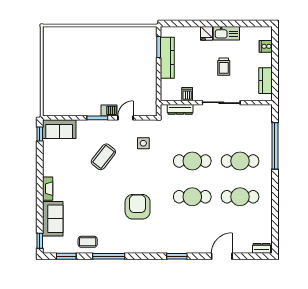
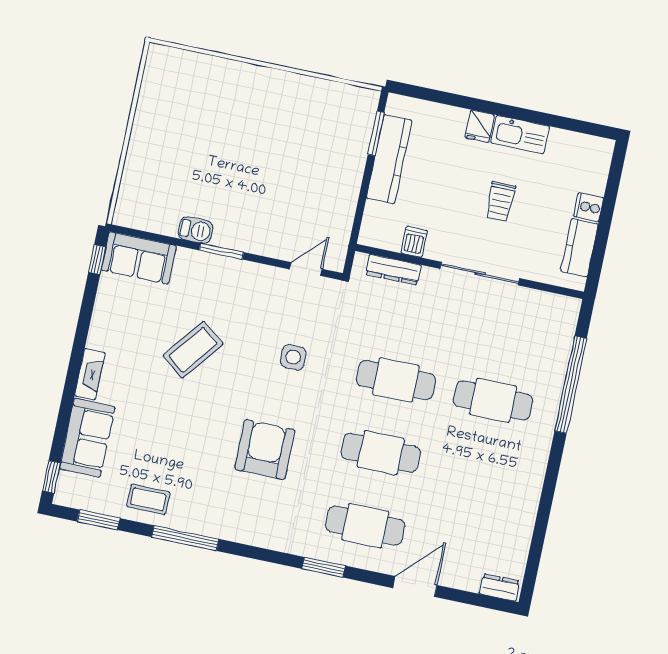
cooker: (266, 46) -> (588, 207), moved
barbecue: (109, 110) -> (196, 230), moved
door: (126, 118) -> (306, 269), moved
side table: (143, 143) -> (293, 357), moved
coffee table: (103, 157) -> (193, 350), moved
cafe table: (240, 197) -> (365, 526), moved

